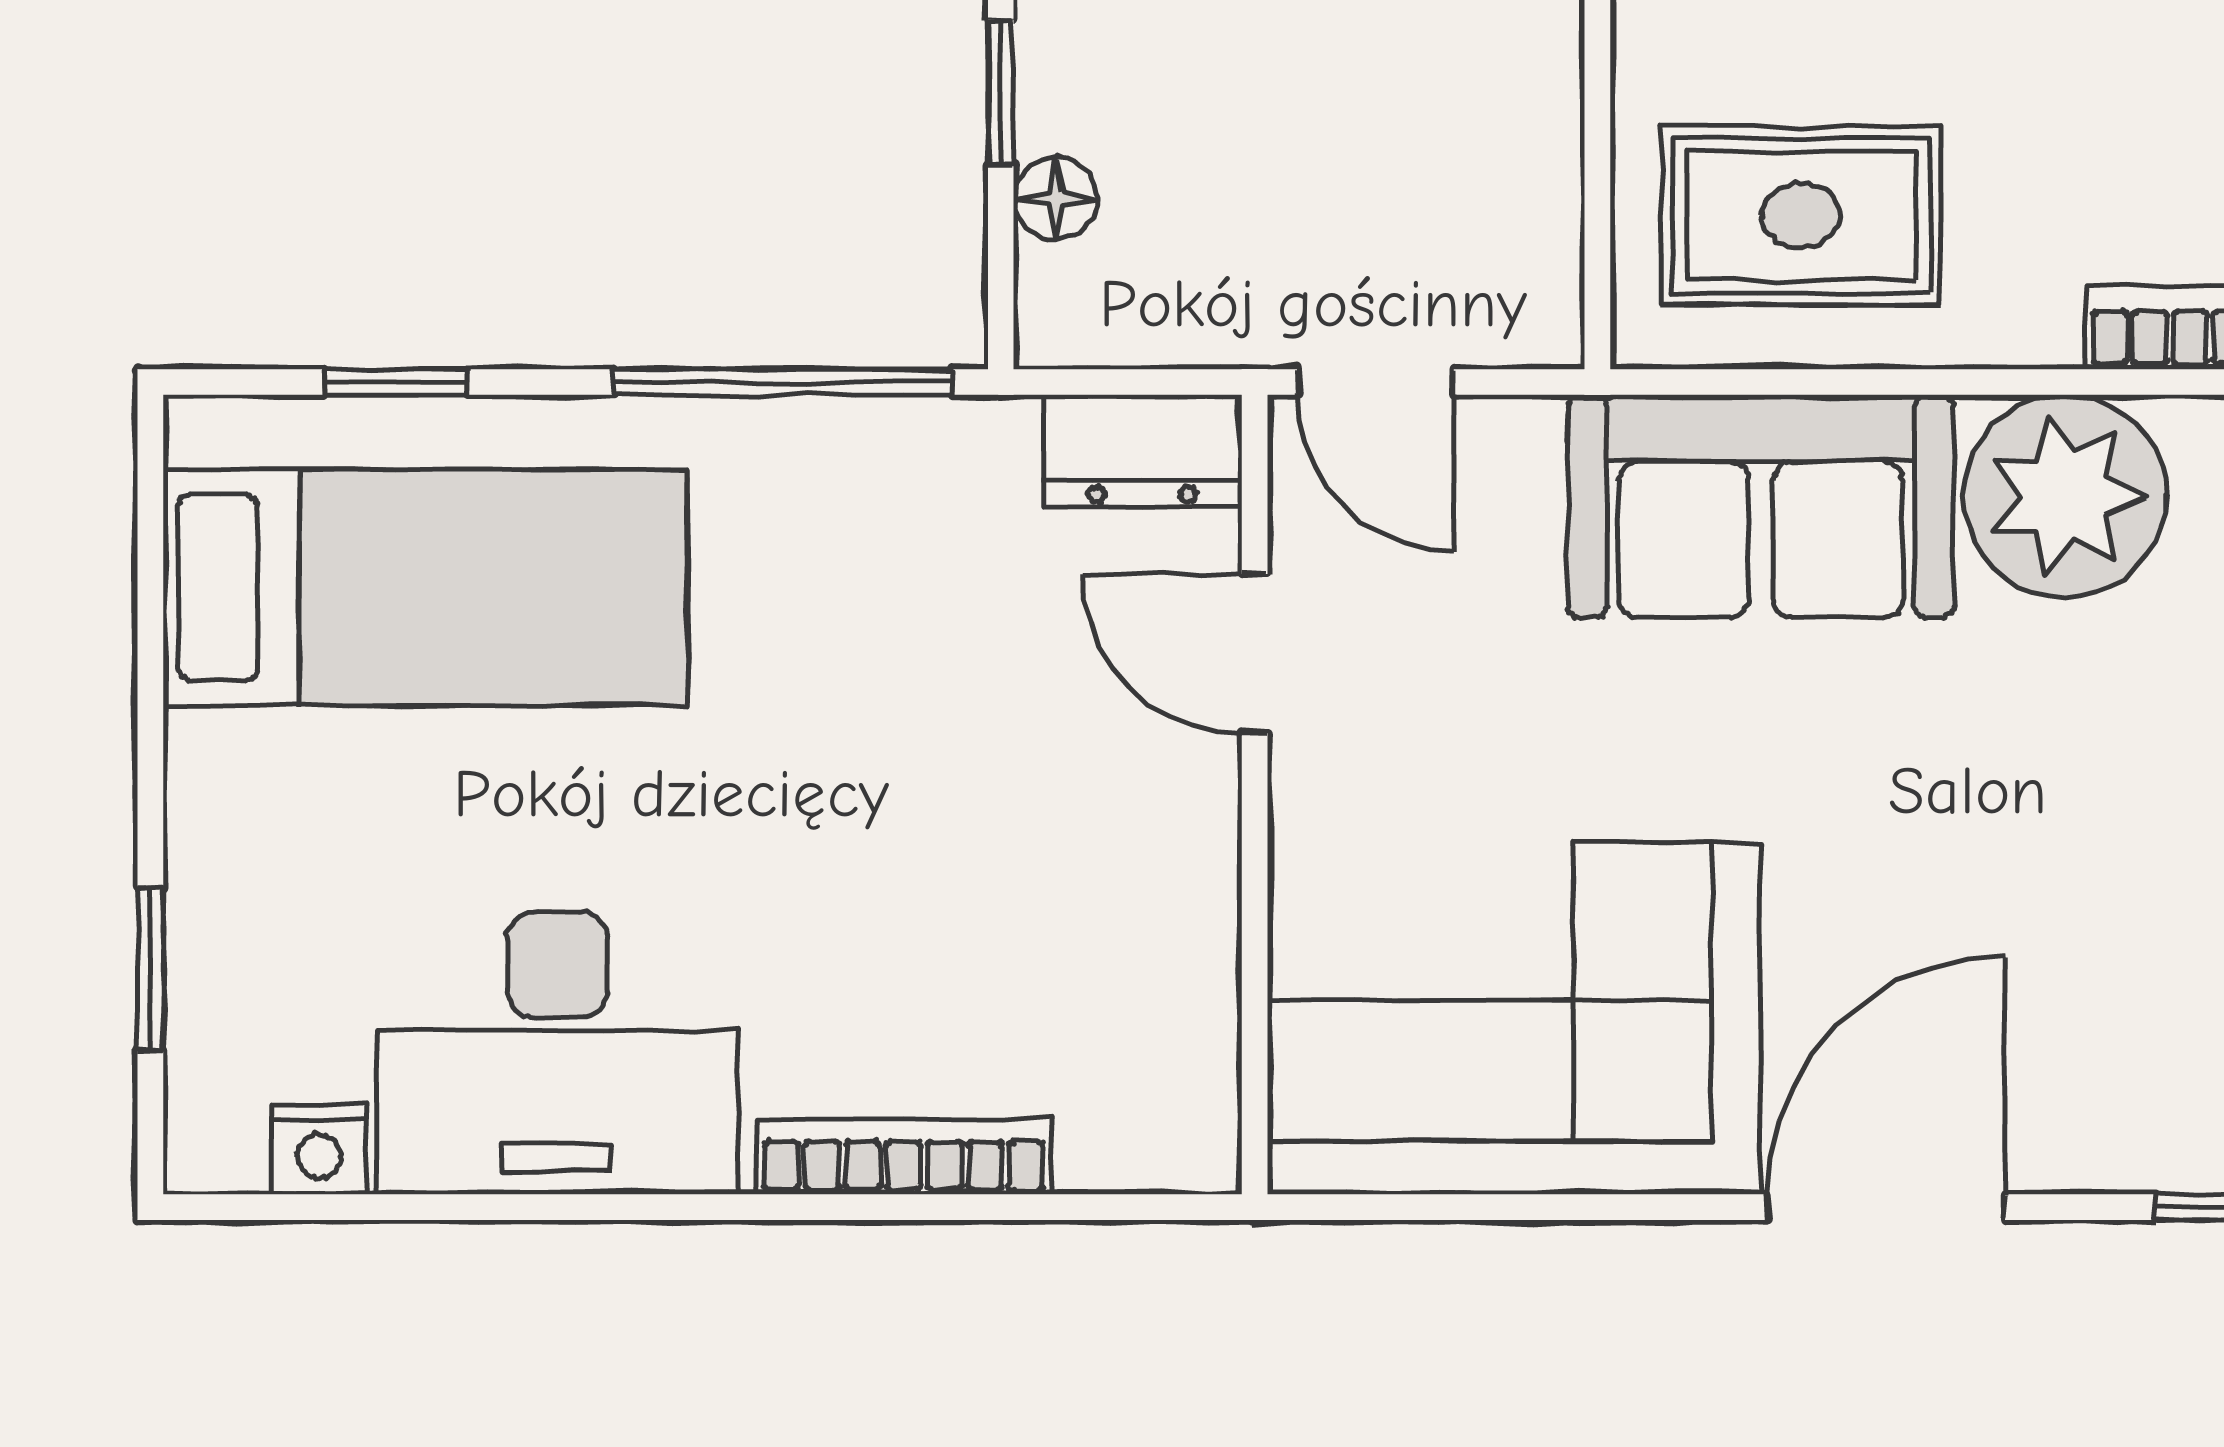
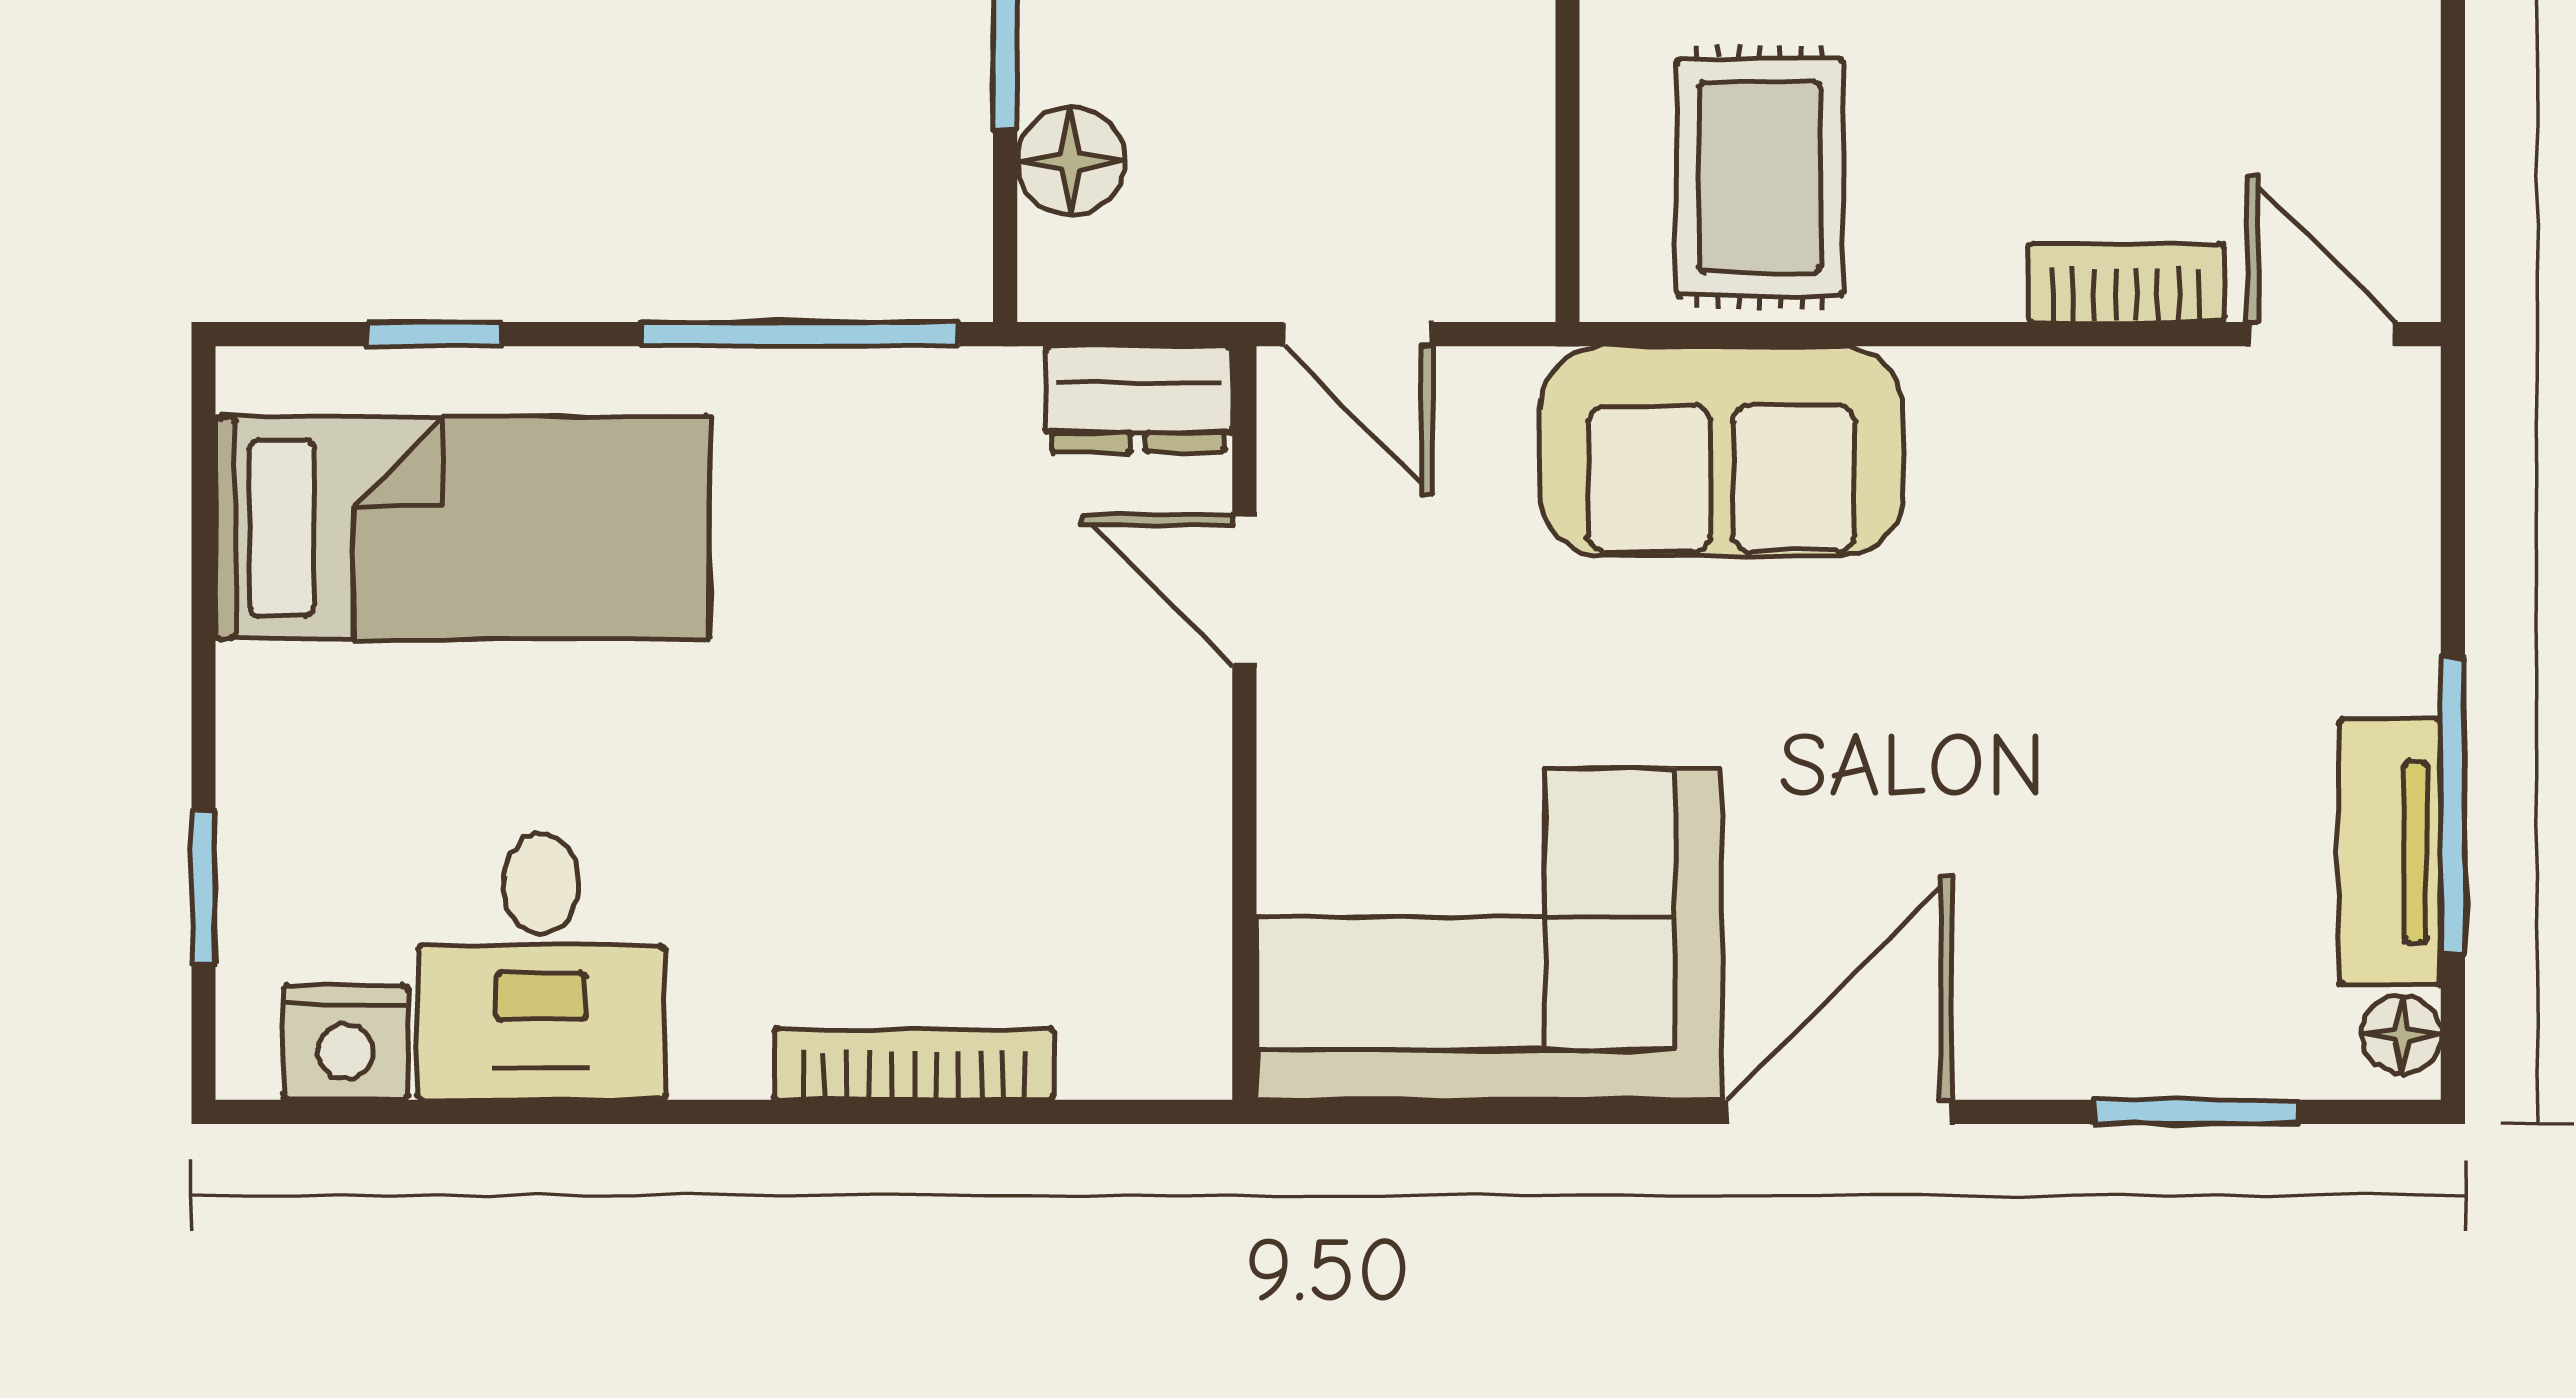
floor lamp: (1055, 198) -> (1071, 161), width x1.37, depth x1.37
rug: (1801, 215) -> (1760, 177), turned 90
plant: (2065, 496) -> (2008, 442), removed
desk: (557, 1053) -> (541, 966), width x0.73
nightstand: (319, 1149) -> (345, 1043), width x1.39, depth x1.35

